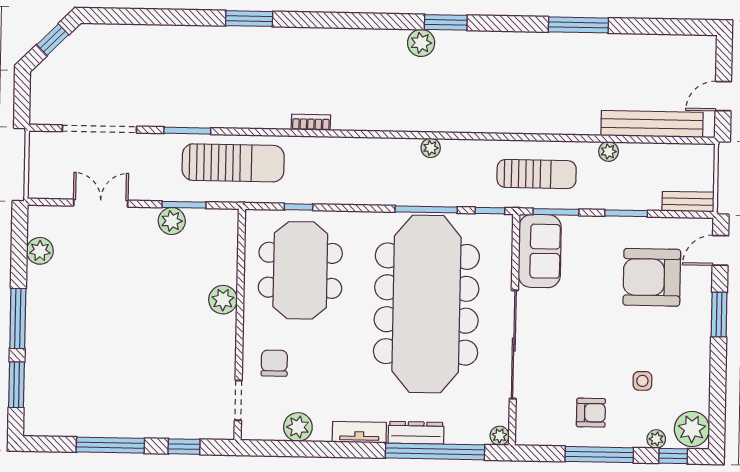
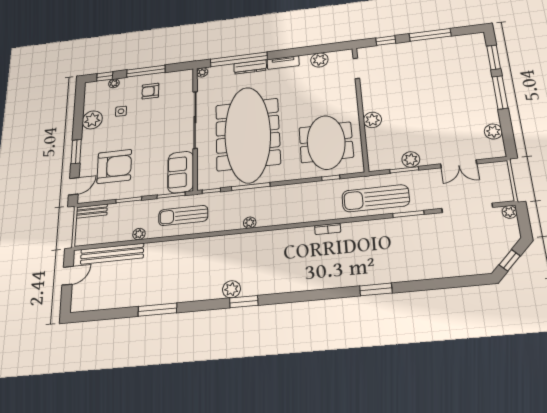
plant: (421, 43) -> (231, 289), moved
plant: (40, 114) -> (510, 212), added
chair: (274, 363) -> (337, 91), removed
plant: (692, 429) -> (92, 120), moved

